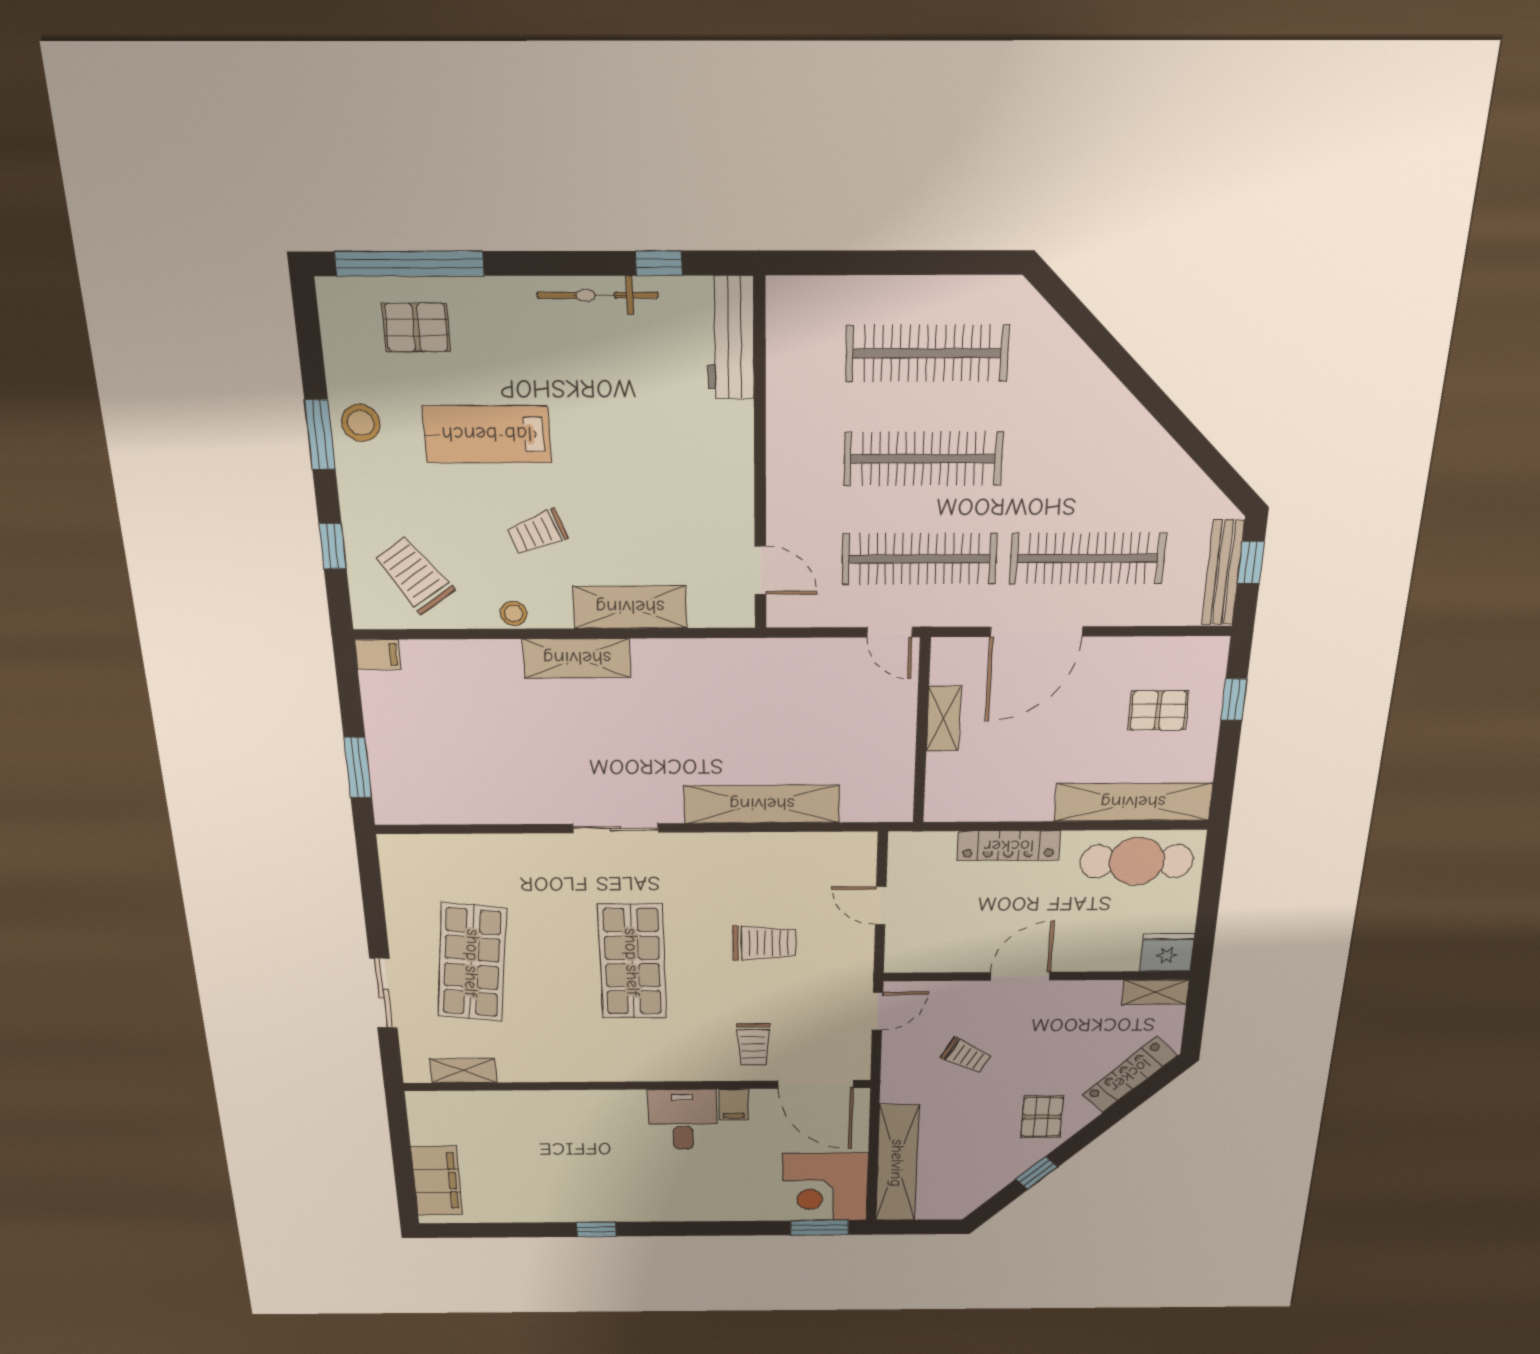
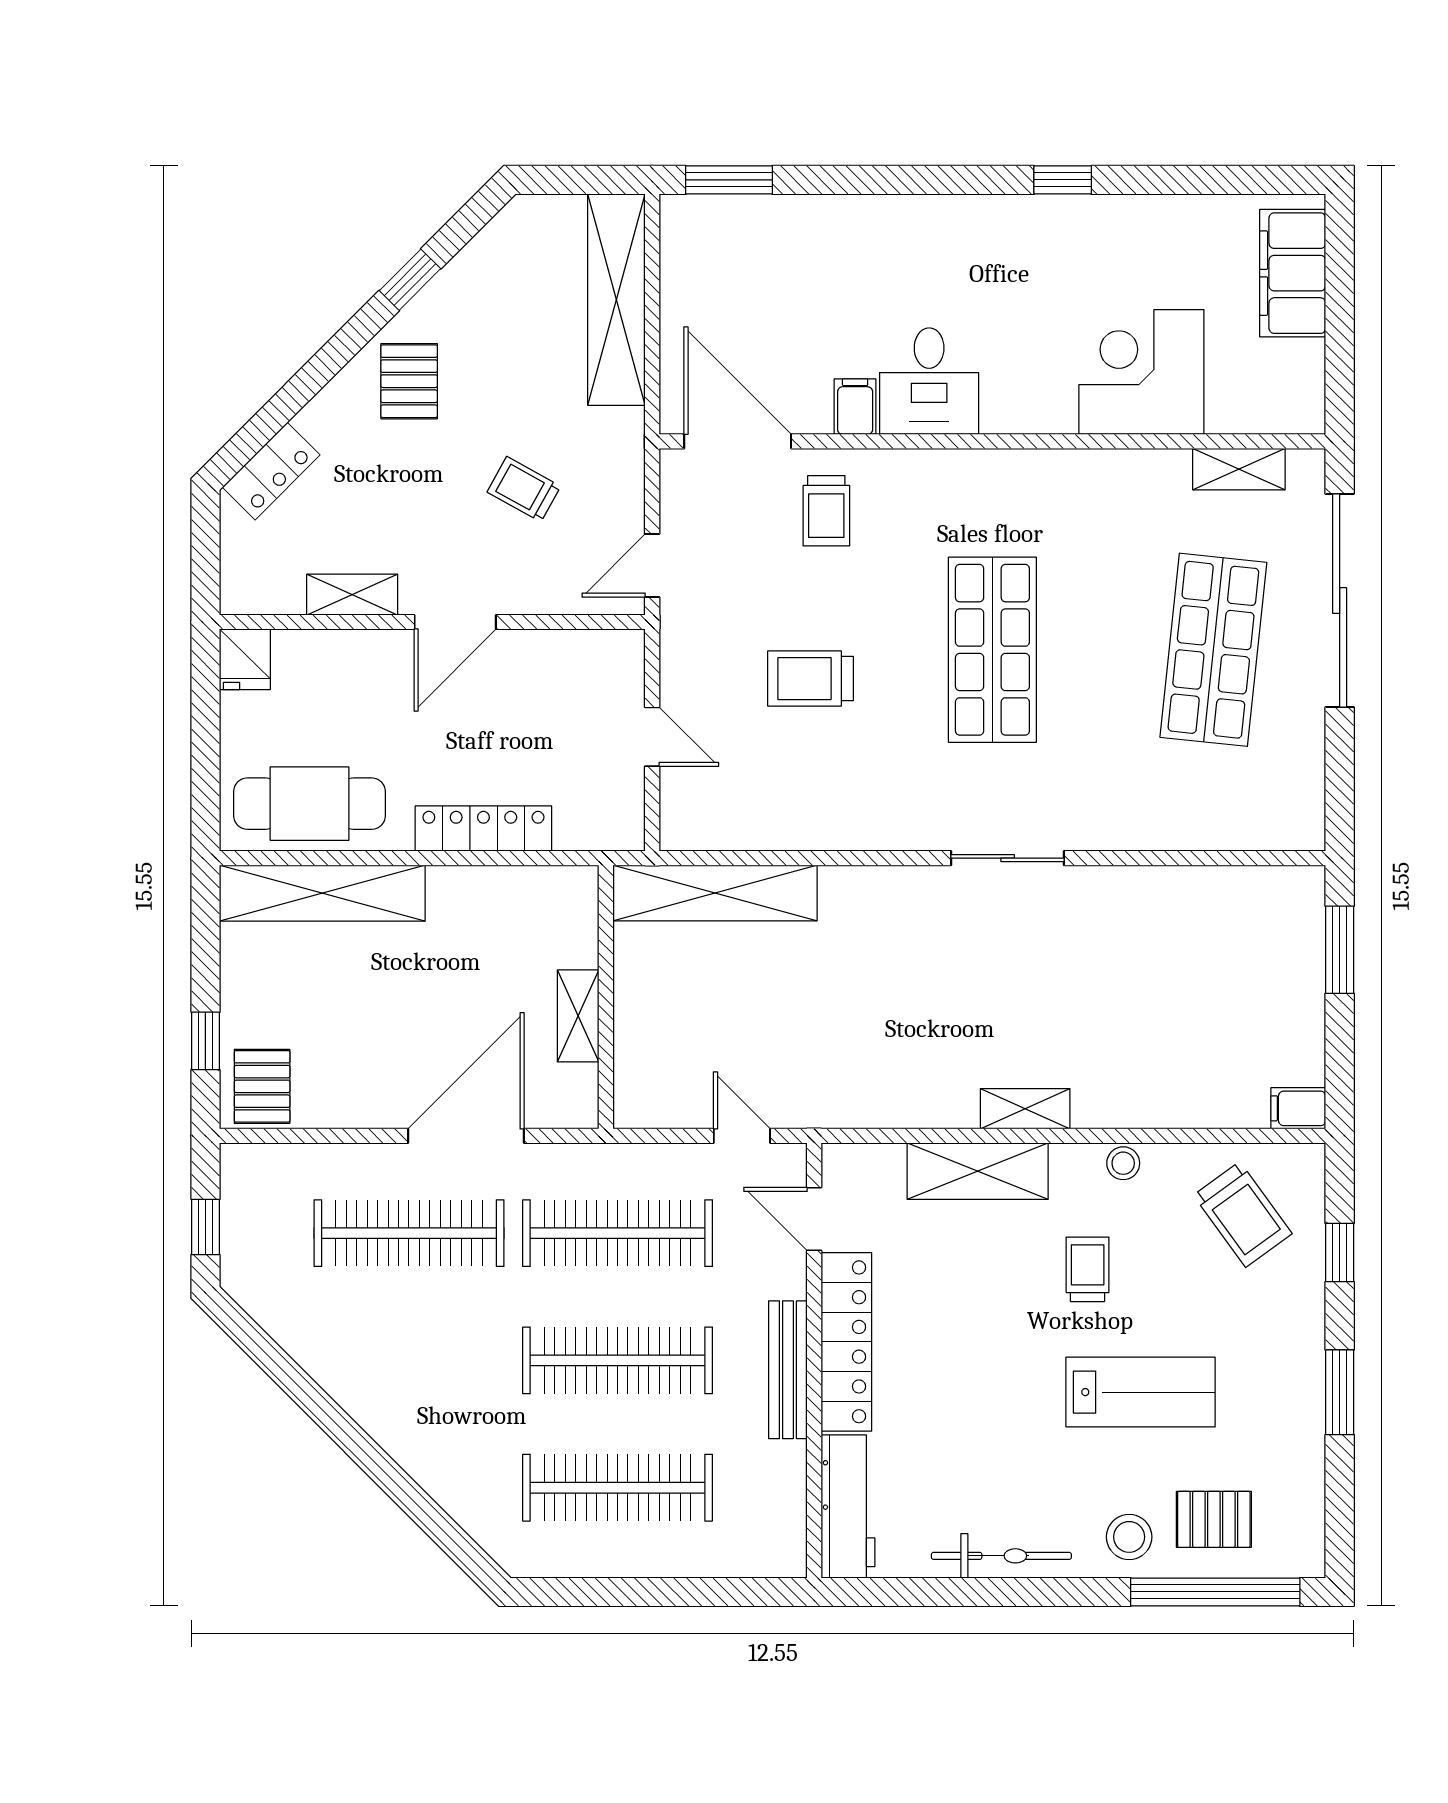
window: (659, 263) -> (930, 1592), removed
stool: (361, 423) -> (1129, 1537), moved
locker: (733, 474) -> (846, 1342), added
trolley: (537, 532) -> (1088, 1269), turned -68
bench: (1223, 573) -> (788, 1370), moved
door: (890, 632) -> (742, 1136), moved
shelving: (577, 658) -> (1025, 1109), width x0.67, depth x0.75
pallet: (1158, 711) -> (262, 1086), moved, turned 90
shelving: (762, 804) -> (715, 893), moved
fridge: (1167, 952) -> (245, 659), width x0.72
shelving: (1155, 992) -> (352, 595), moved
sliding door: (383, 993) -> (1340, 601), width x1.86
trolley: (753, 1044) -> (826, 511), turned 180
locker: (1130, 1075) -> (271, 471), width x0.66
corner desk: (825, 1187) -> (1141, 372), moved, turned -90

